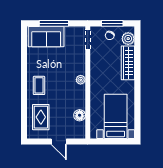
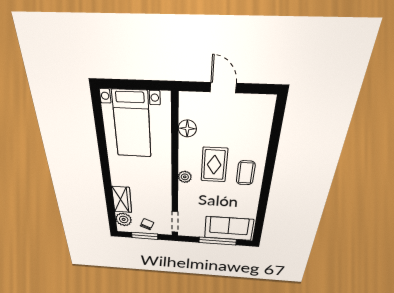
wardrobe: (128, 63) -> (122, 200), width x0.67
rug: (41, 117) -> (214, 165), moved

